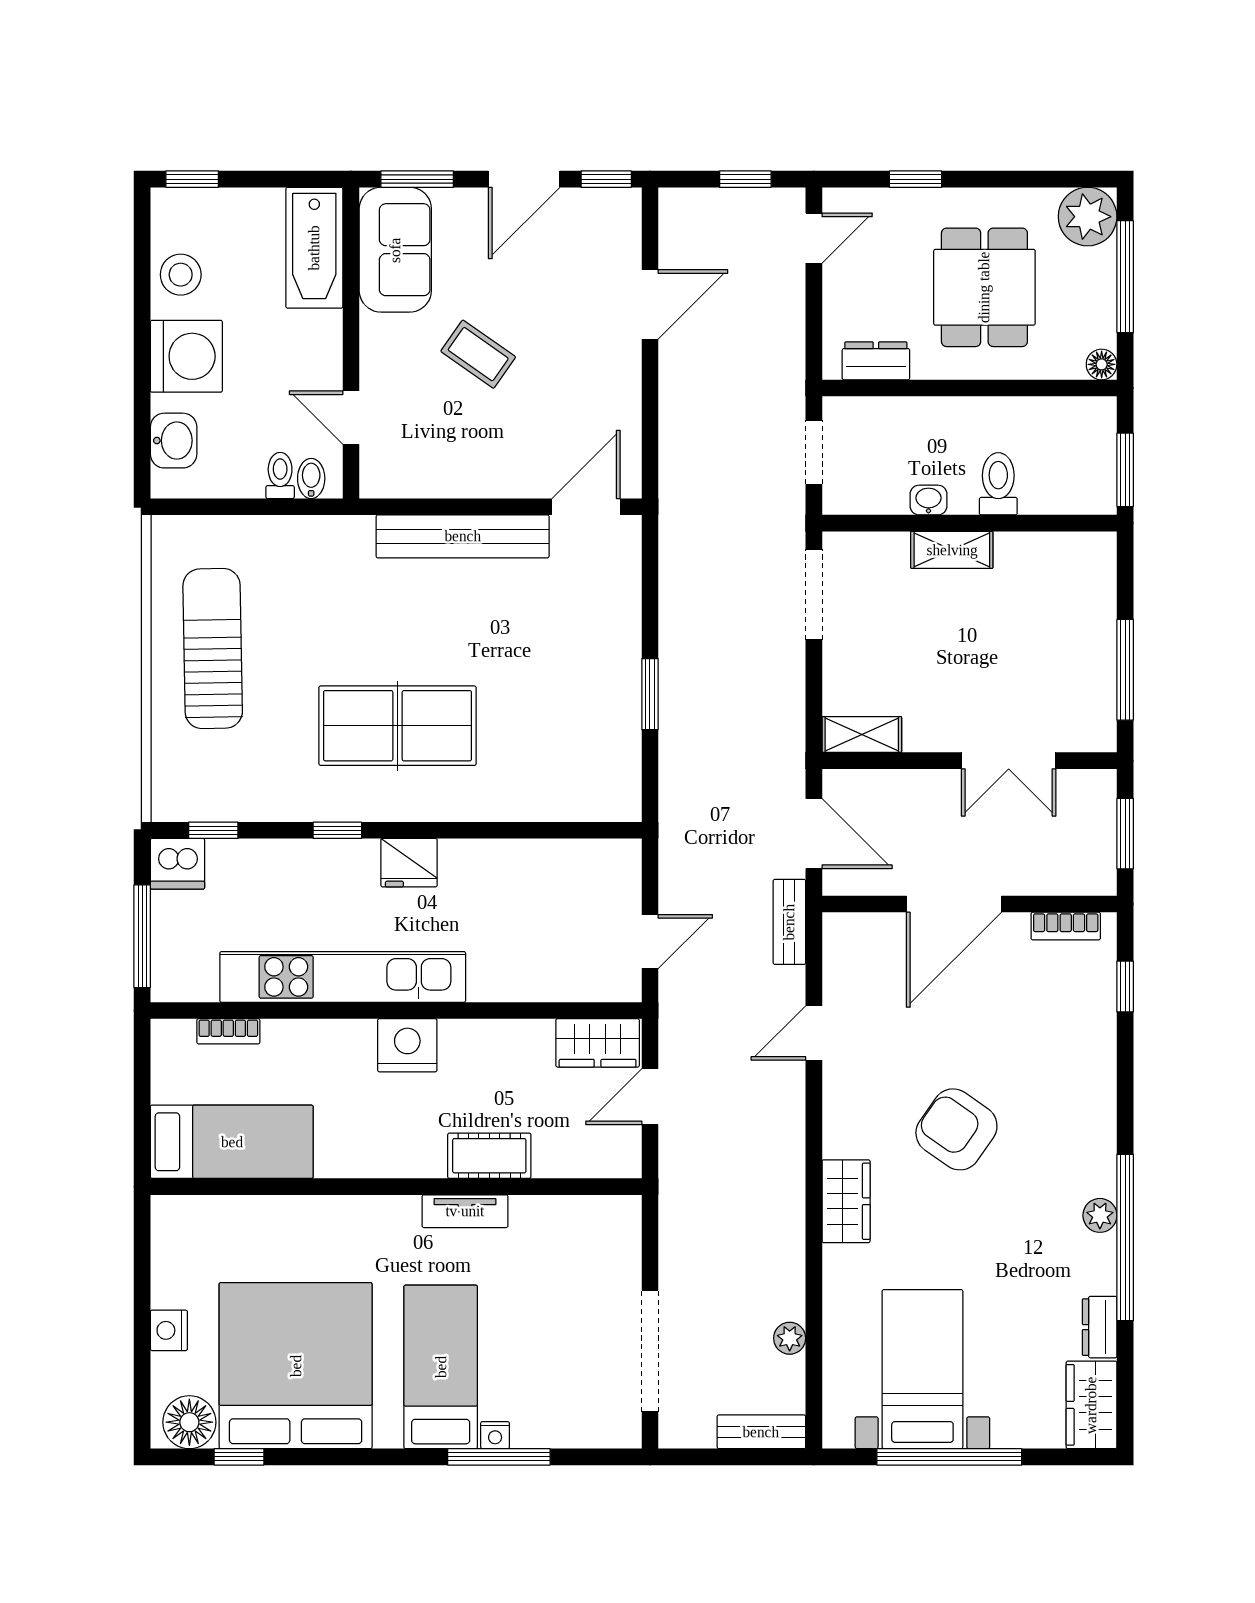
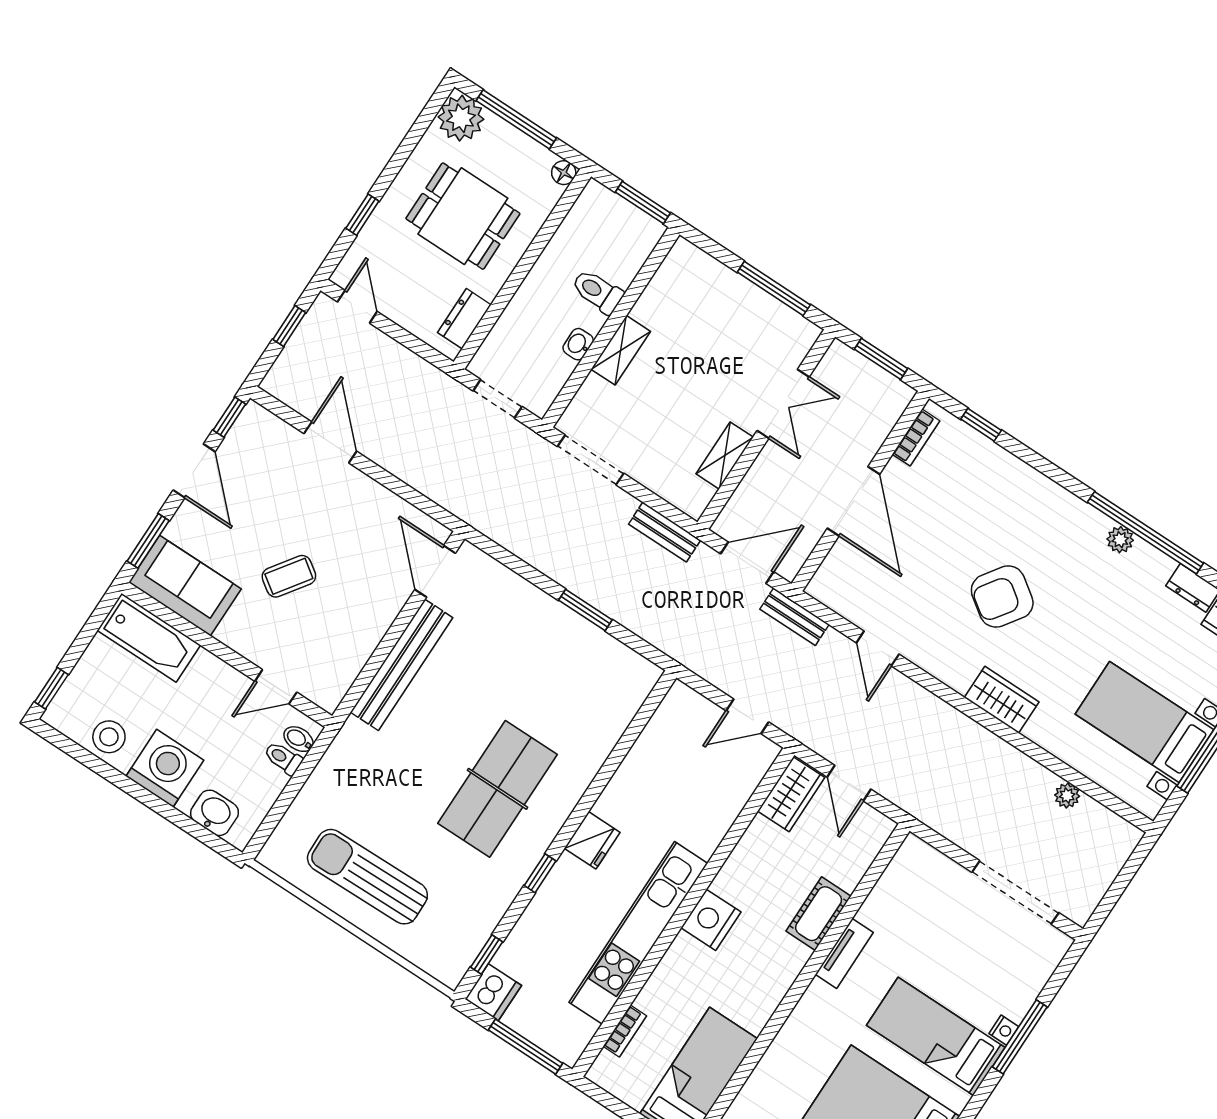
shelving: (862, 735) -> (725, 456), moved
door: (650, 942) -> (747, 716), swing flipped
bench: (761, 1432) -> (665, 532), moved, turned 90

